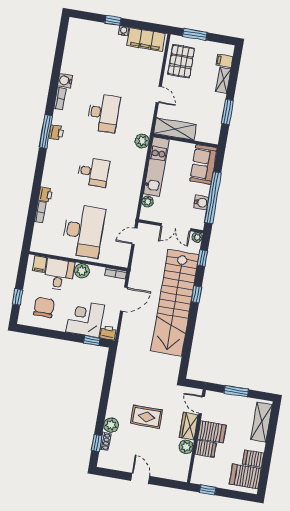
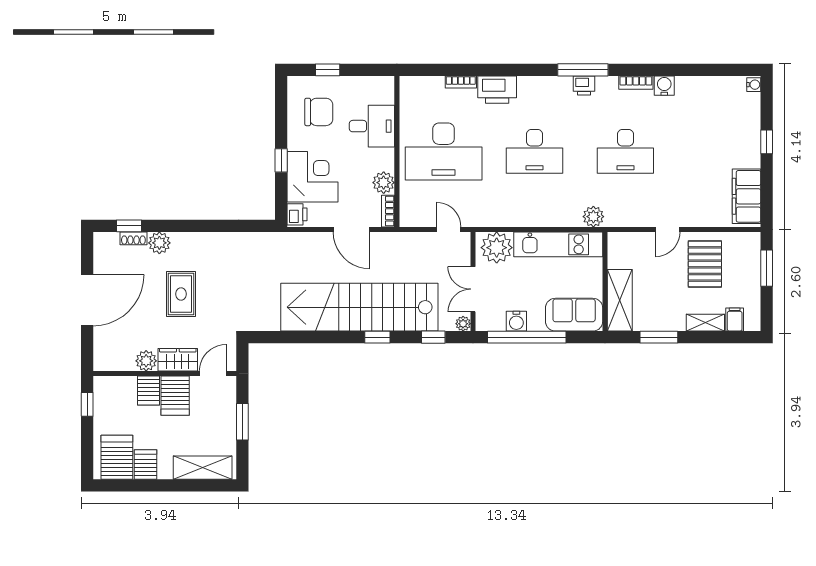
water cooler: (123, 31) -> (754, 85), moved
pallet: (181, 61) -> (705, 264), moved, turned 90
shelving: (175, 129) -> (620, 300), moved
desk: (93, 172) -> (535, 151), width x1.37
printer: (45, 195) -> (497, 90), width x1.87, depth x1.48
plant: (148, 202) -> (497, 248), width x1.87, depth x1.87
filing cabinet: (40, 264) -> (382, 95), removed
plant: (82, 271) -> (384, 183), moved
window: (92, 341) -> (281, 160), moved
door: (140, 478) -> (87, 300), width x1.87

